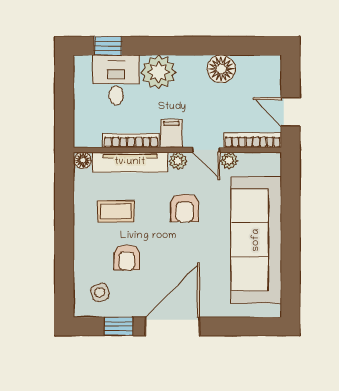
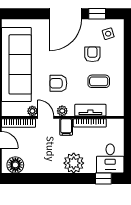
floor lamp: (221, 69) -> (15, 165), moved
desk: (116, 80) -> (110, 158), moved
floor lamp: (83, 160) -> (118, 111), removed
tv unit: (130, 162) -> (90, 110), width x0.71
armchair: (185, 208) -> (58, 83), turned -90

